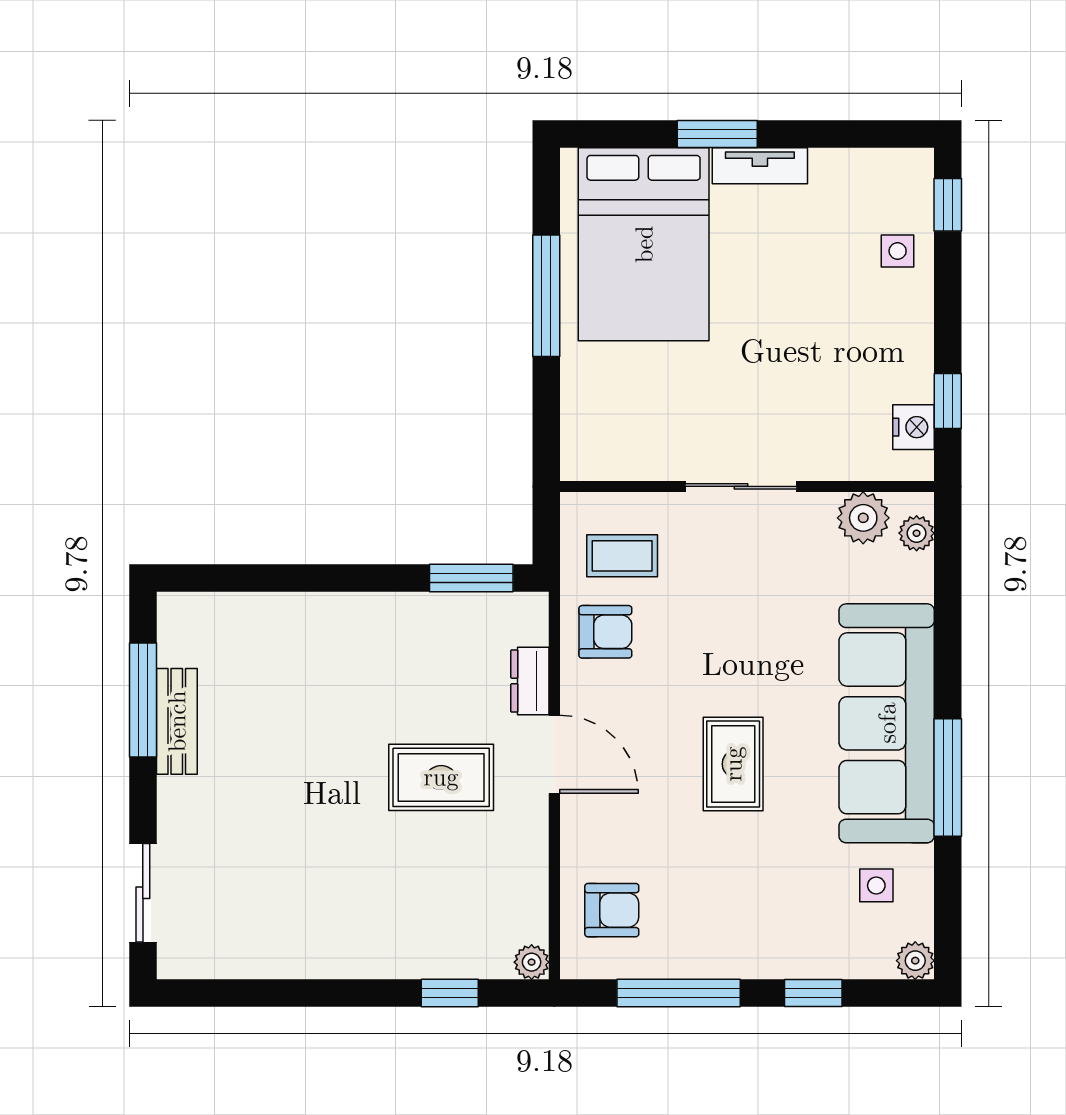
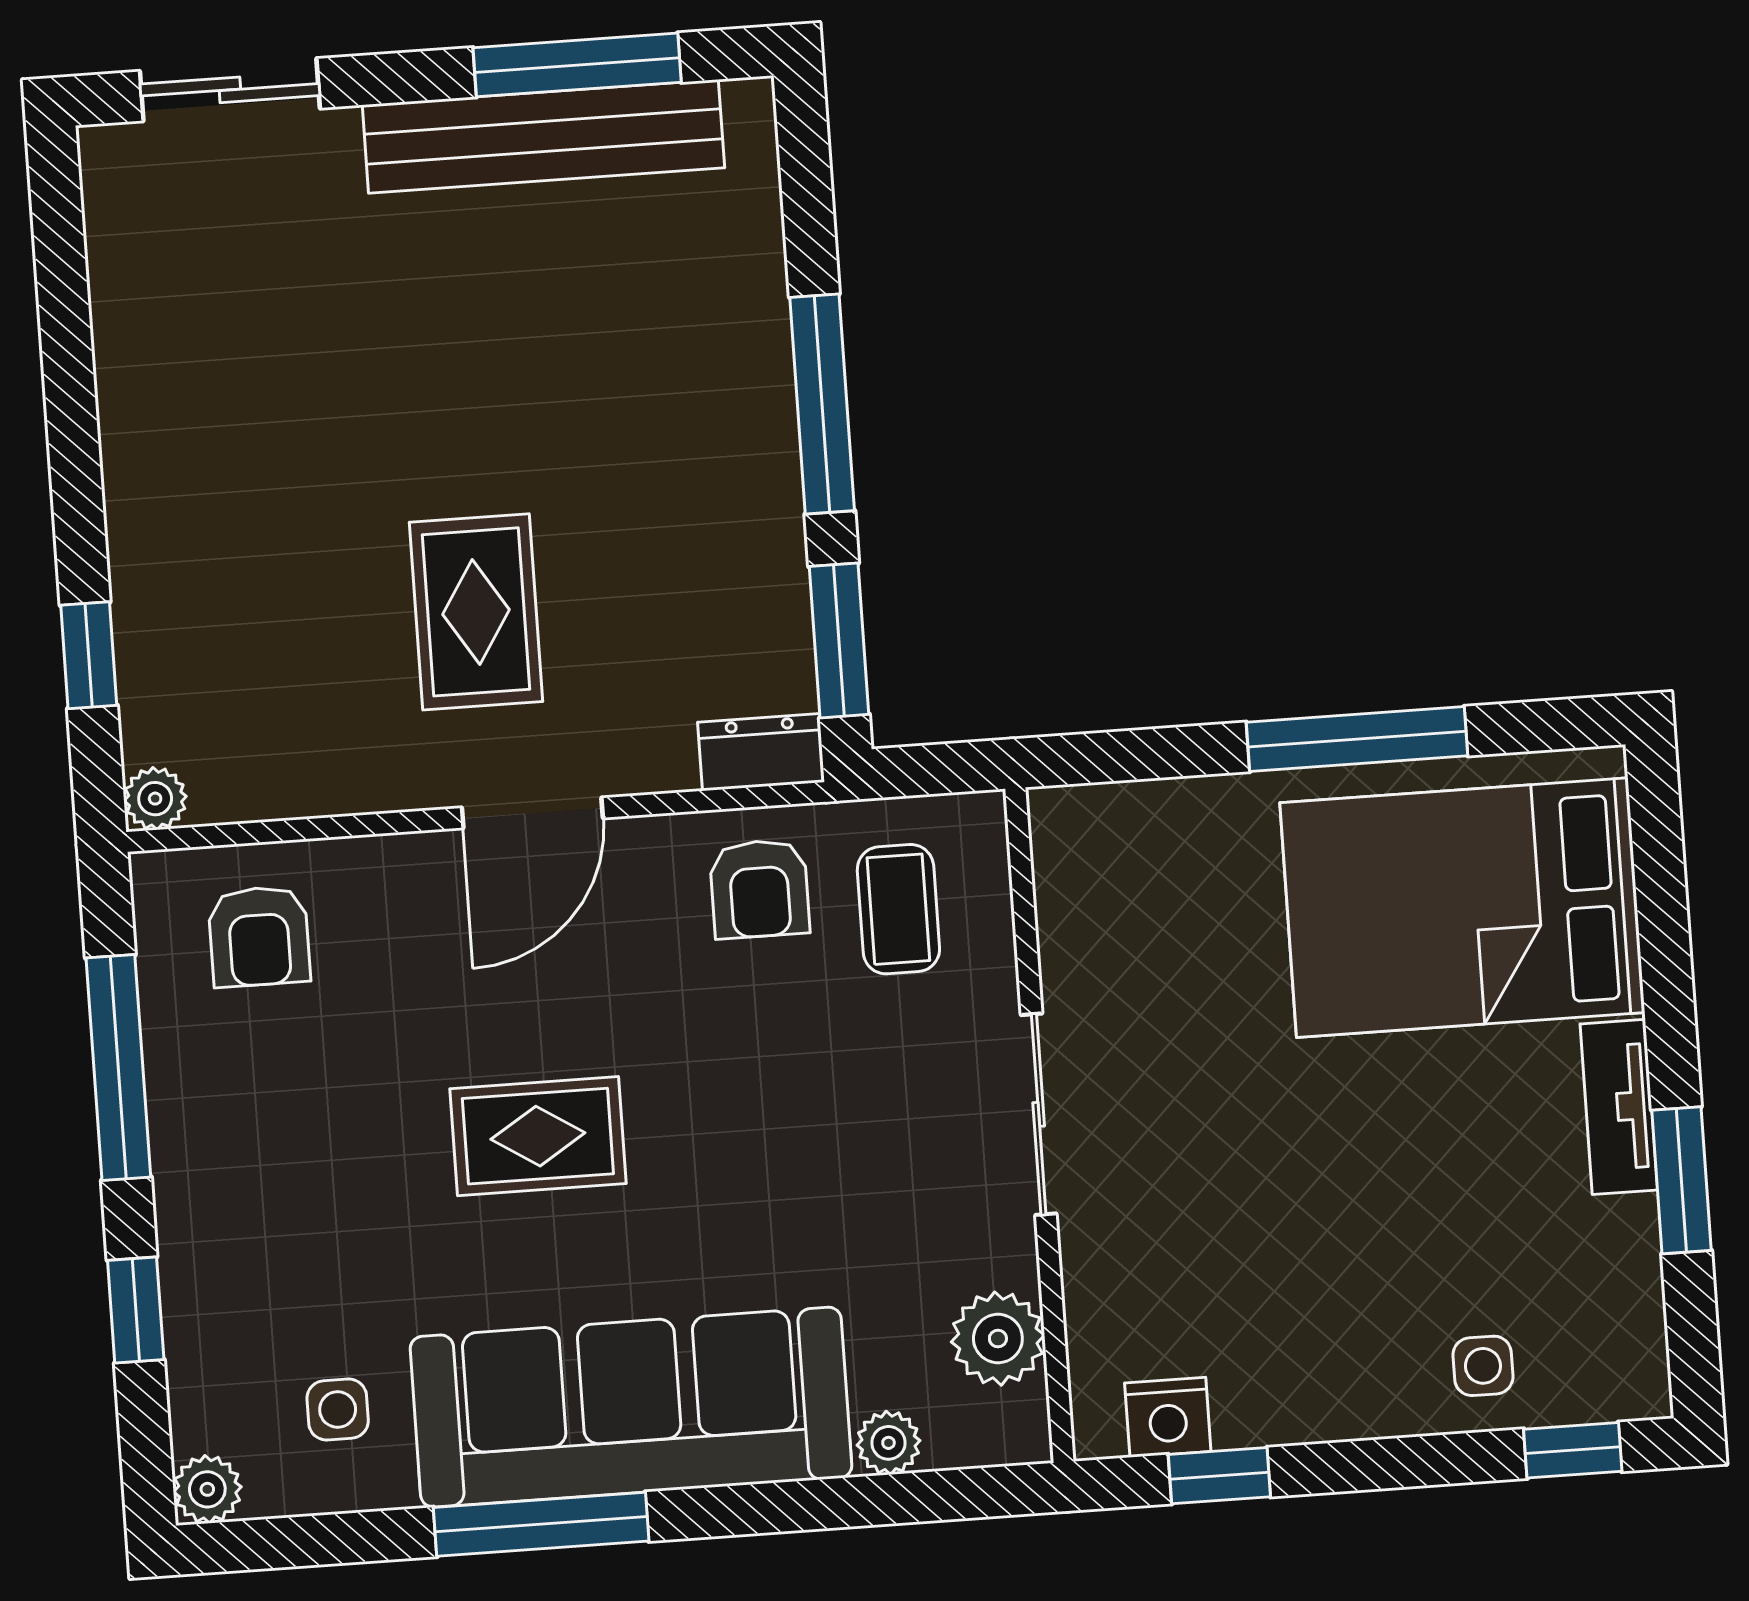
window: (717, 134) -> (1682, 1180), moved
plant: (917, 533) -> (888, 1443), moved
window: (340, 578) -> (822, 404), added
dresser: (530, 681) -> (761, 752), moved
bench: (177, 721) -> (543, 136), width x1.86, depth x1.21

